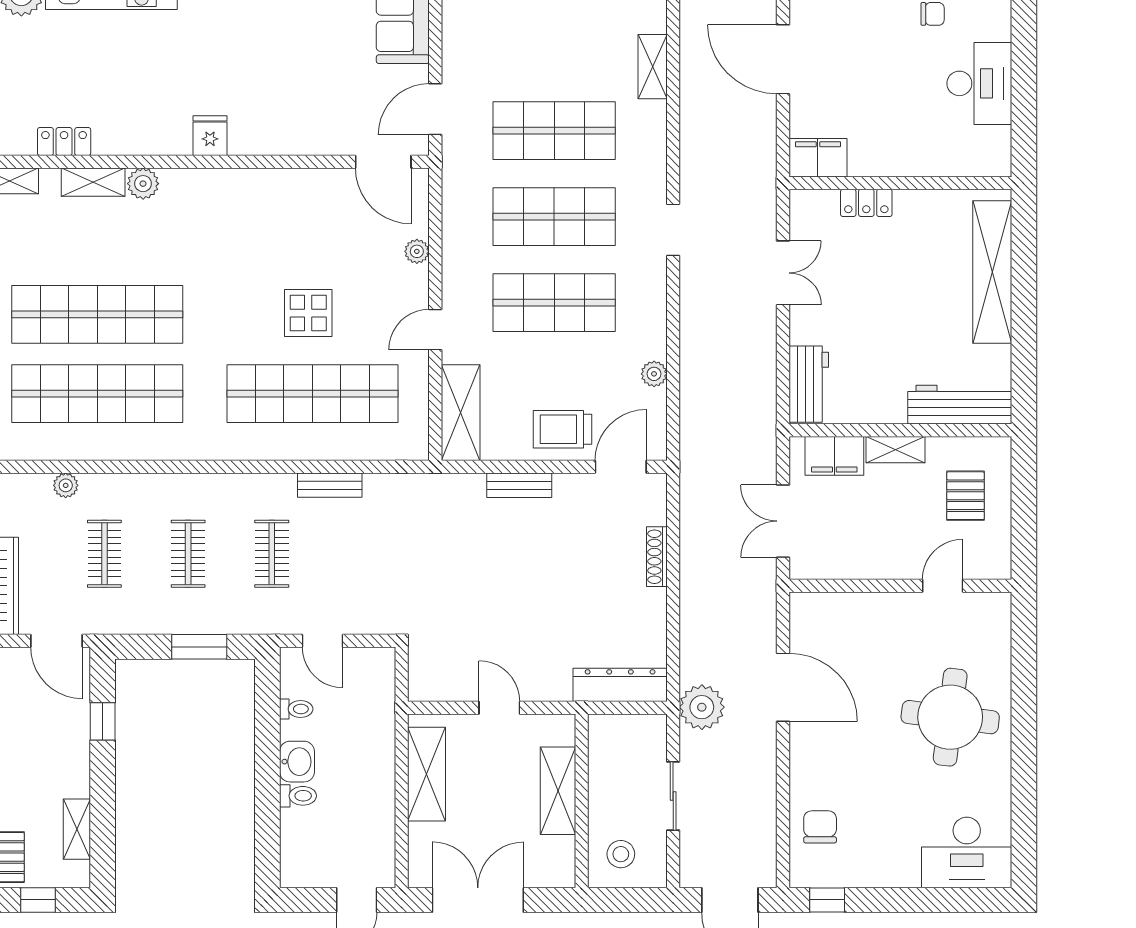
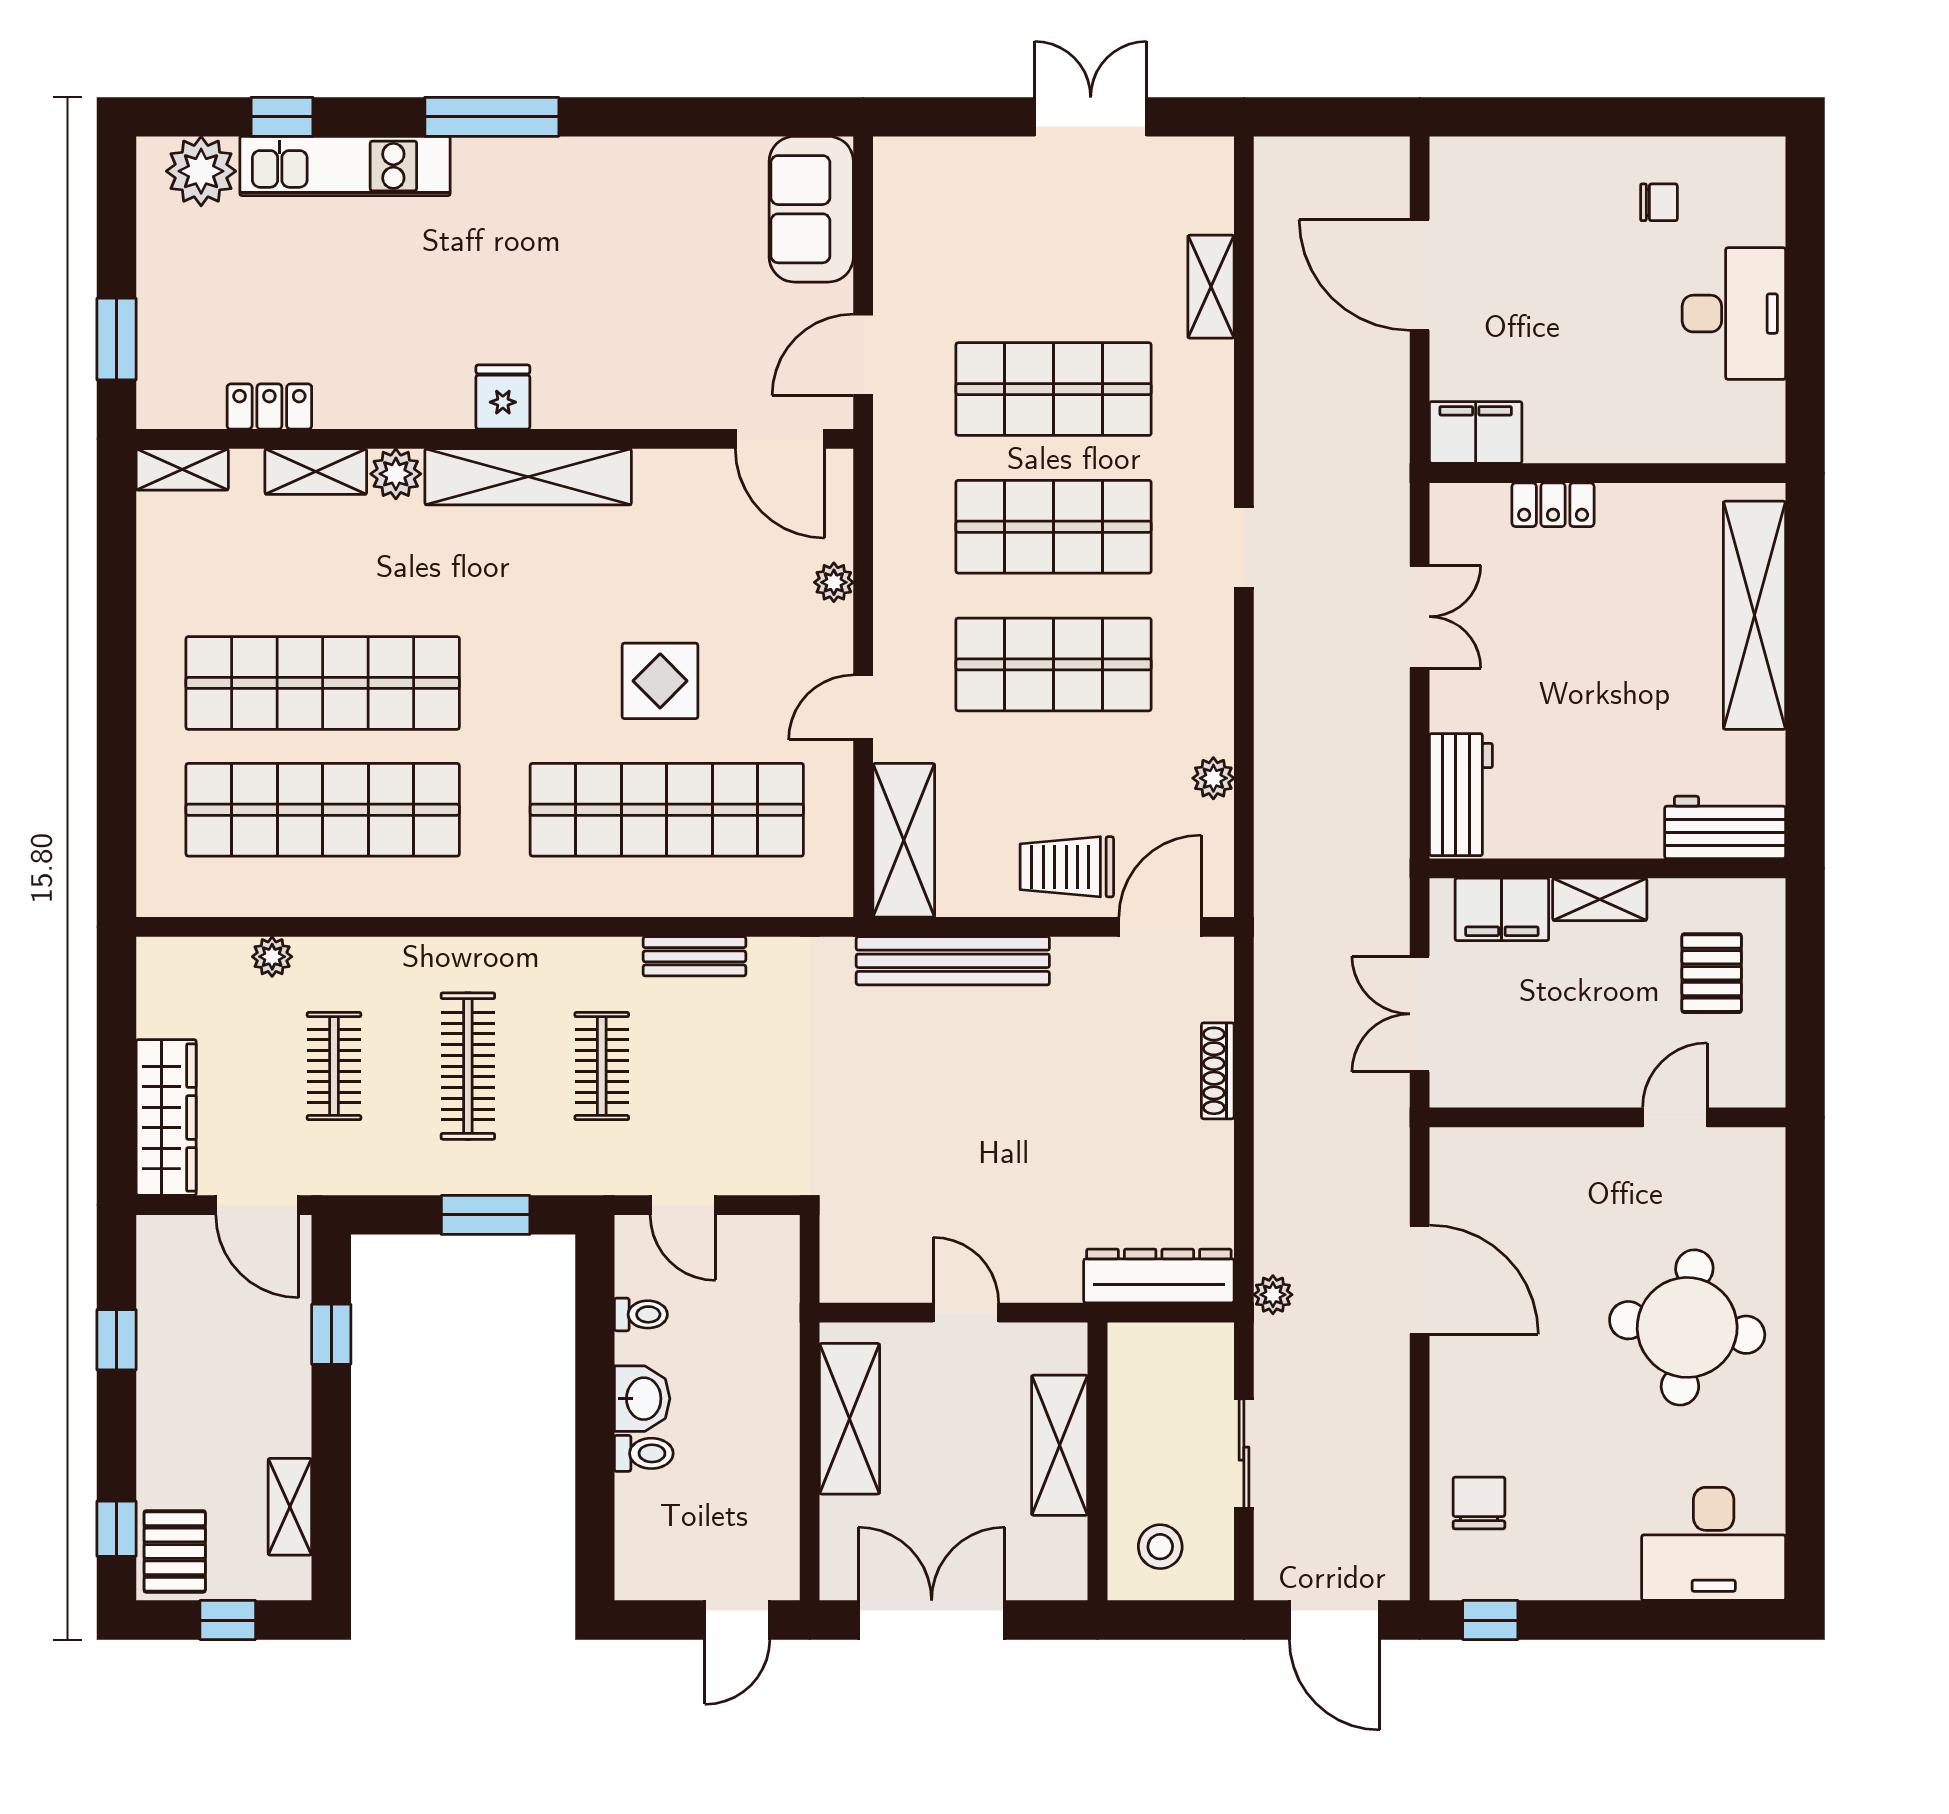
shelving: (226, 185) -> (528, 477), added
workbench: (960, 405) -> (1725, 827), width x0.73
bench: (519, 485) -> (953, 961), width x1.86, depth x1.21
clothes rail: (188, 554) -> (468, 1066), width x1.36
plant: (702, 707) -> (1273, 1295), width x0.53, depth x0.53

